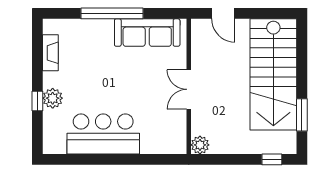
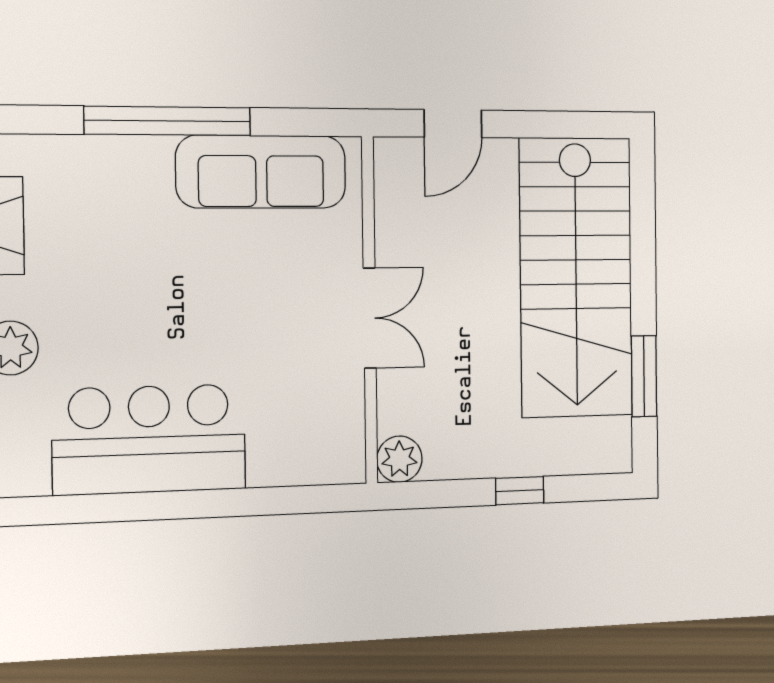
door: (223, 13) -> (453, 124), hinge flipped
double door: (189, 89) -> (370, 318), swing flipped
window: (272, 159) -> (520, 491), moved

